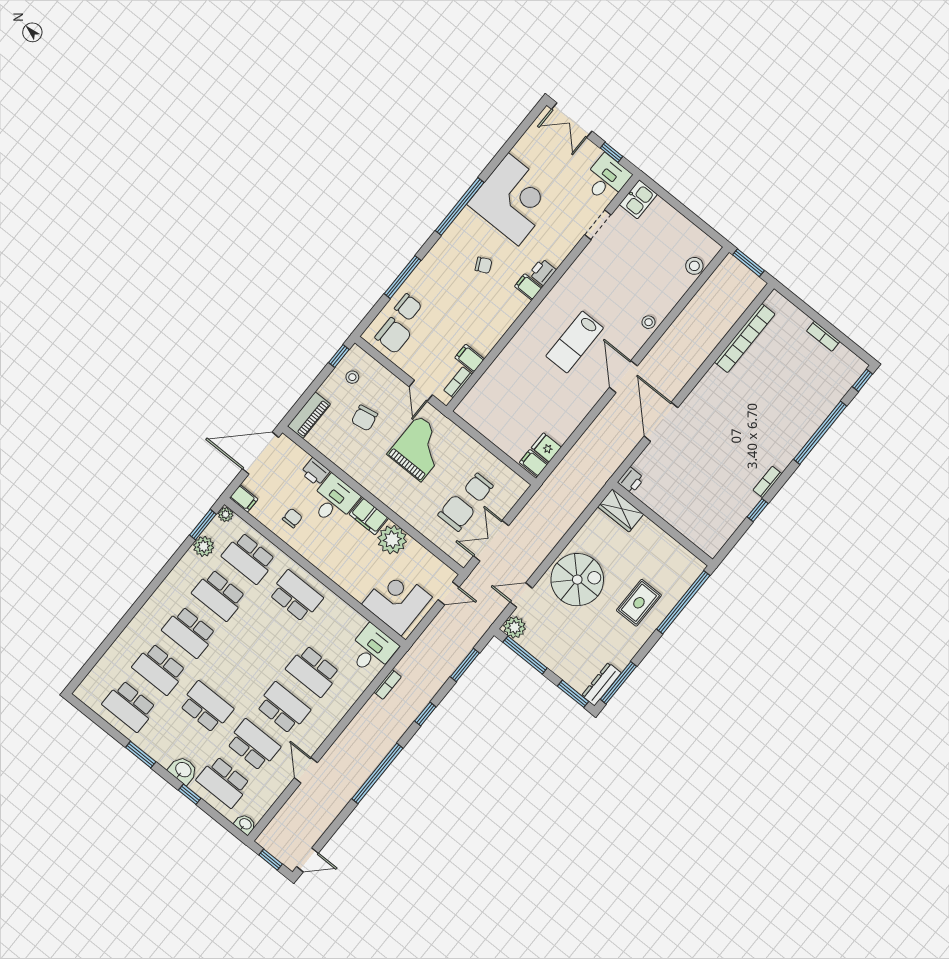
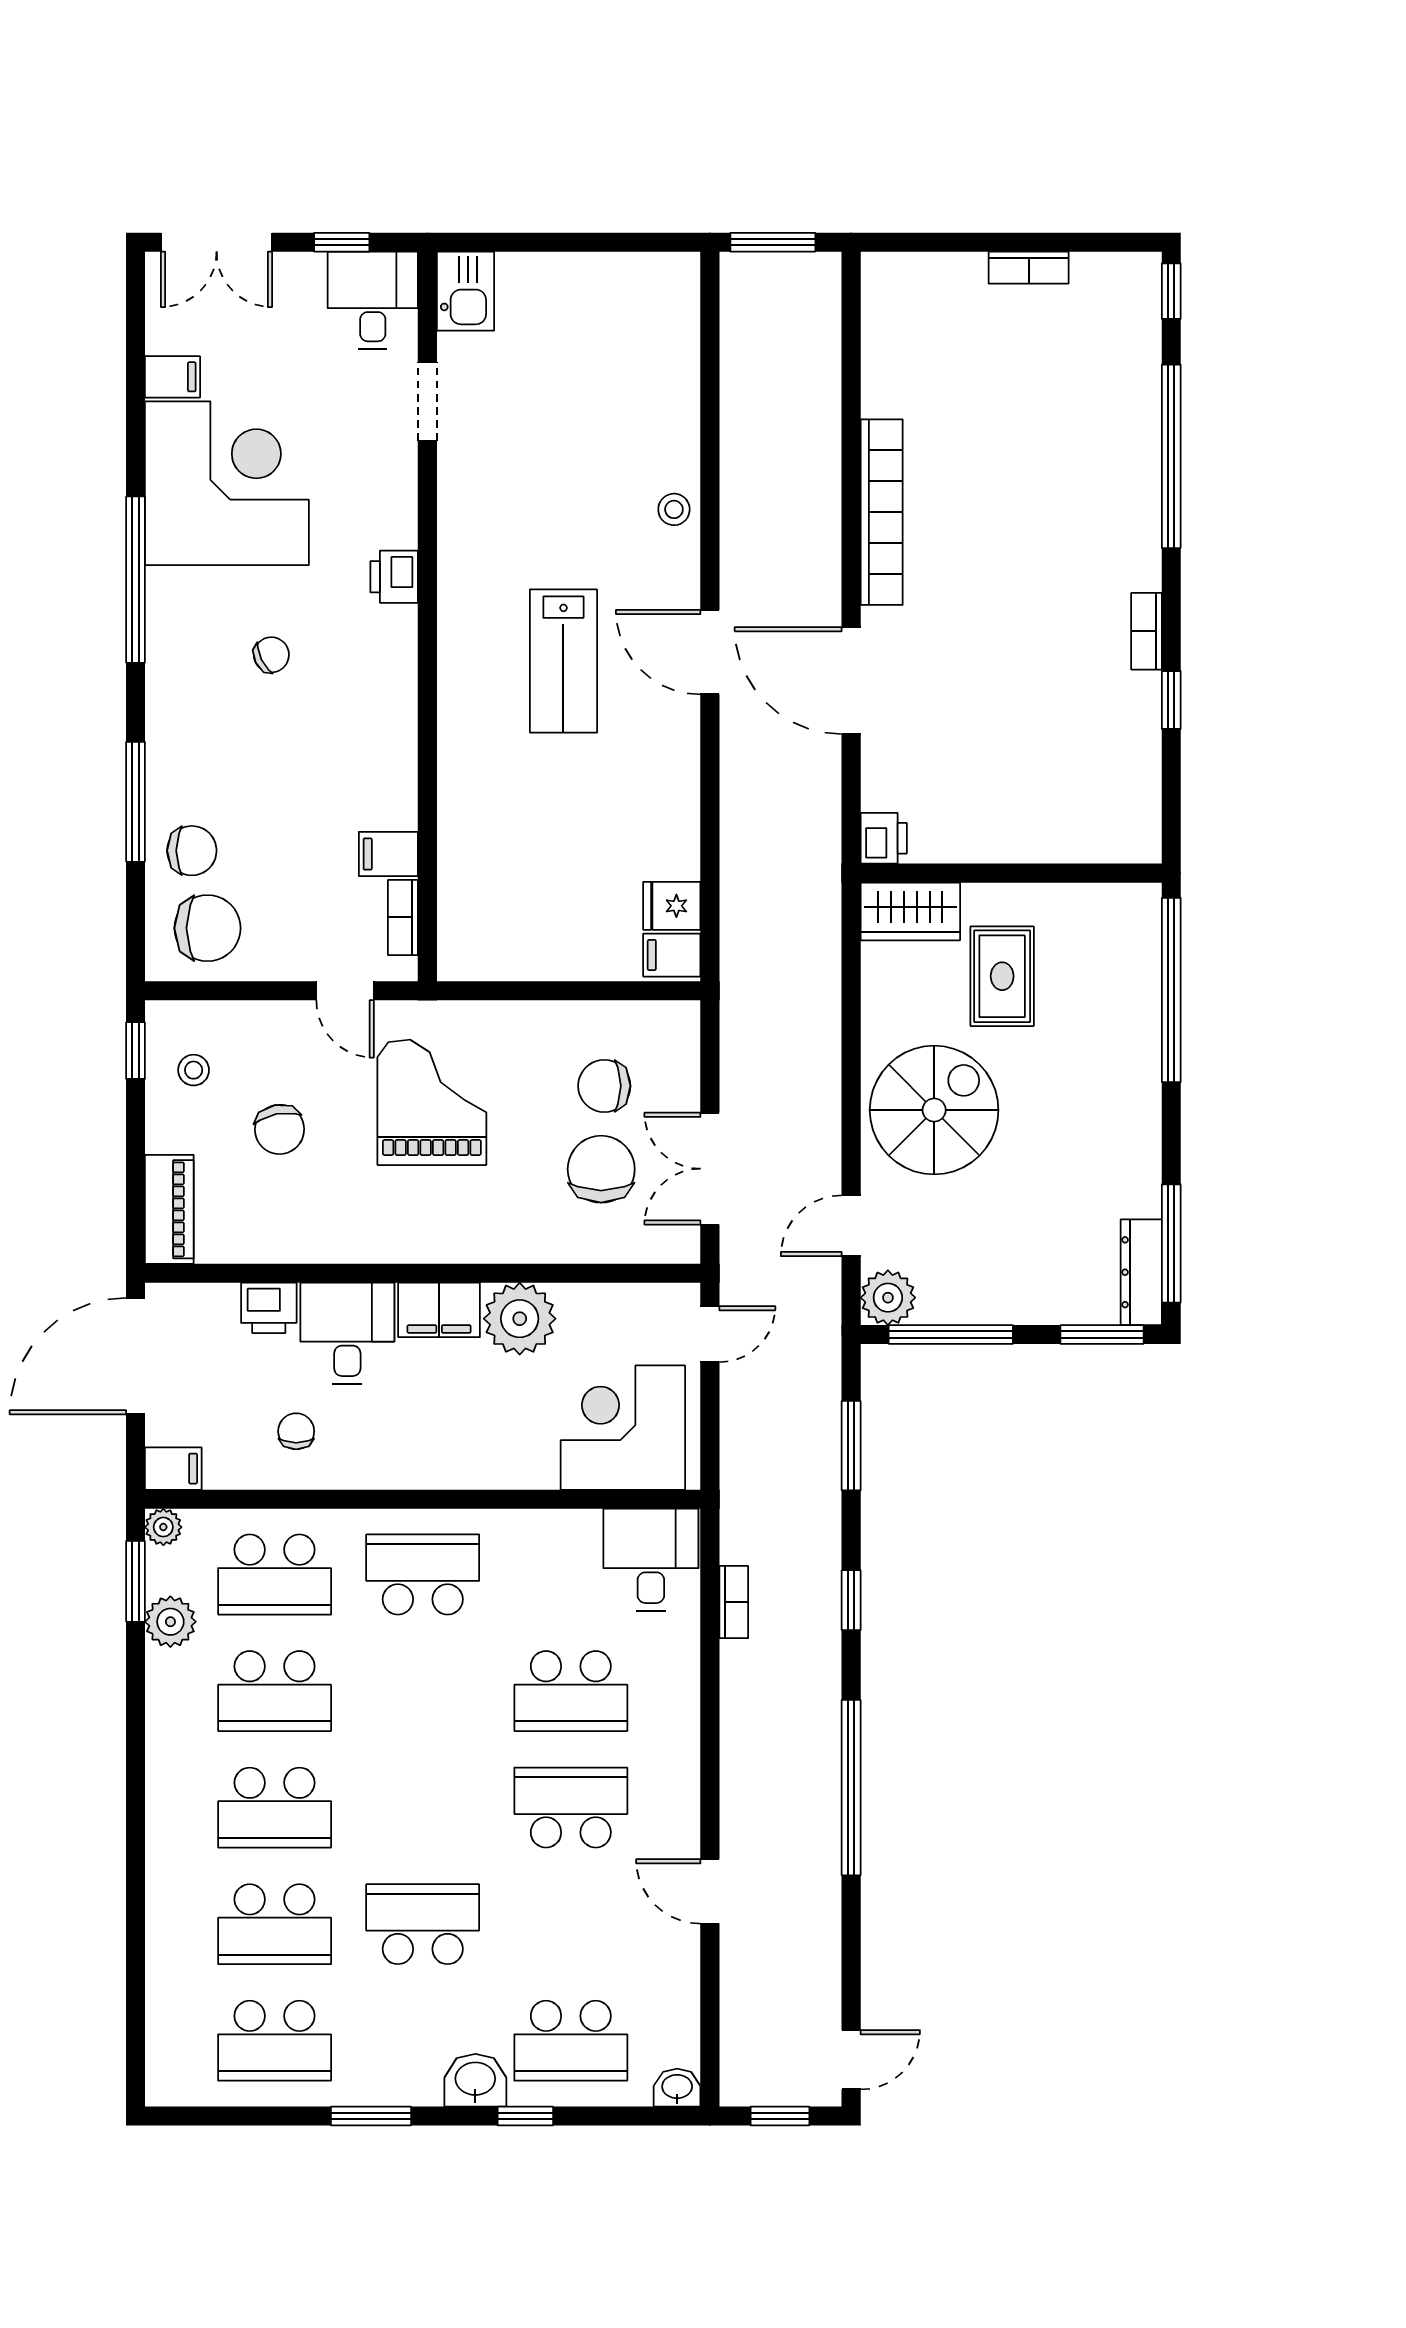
stool: (694, 266) -> (675, 332), removed
filing cabinet: (528, 287) -> (173, 377), moved, turned 180
bookcase: (745, 338) -> (882, 512), moved
chair: (479, 487) -> (604, 1086), turned 90
rug: (639, 603) -> (1002, 976), moved
school desk: (253, 745) -> (571, 1924), removed

